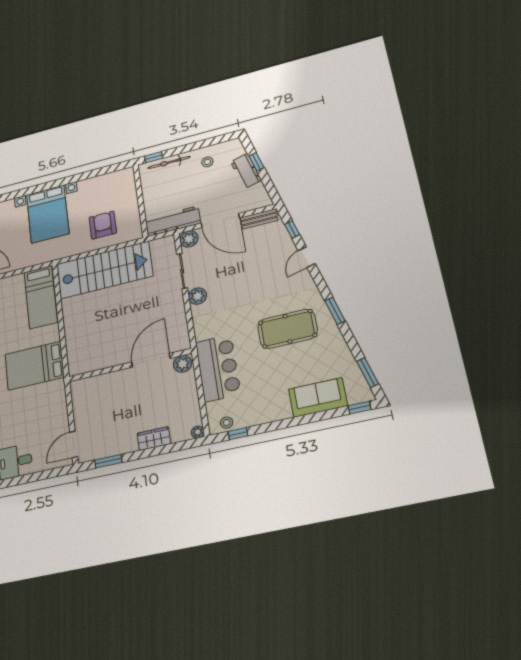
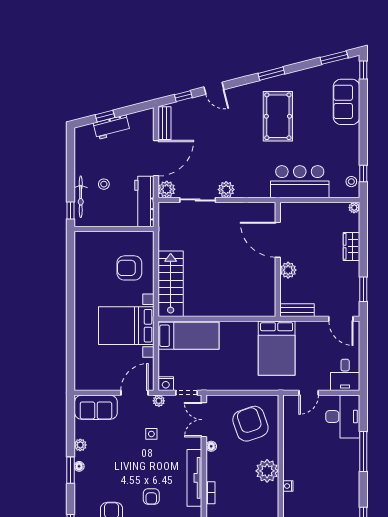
stool: (207, 162) -> (104, 184), moved
bed with nightstands: (48, 214) -> (126, 326), moved, turned 180
stairs: (104, 270) -> (171, 284), width x0.73, depth x0.66
plant: (183, 364) -> (288, 270), moved
bed: (34, 366) -> (277, 348), moved
bench: (78, 397) -> (297, 310), added

